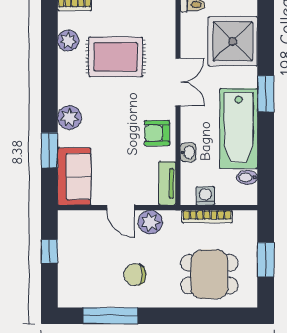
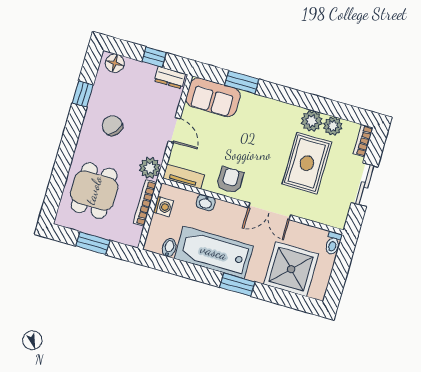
plant: (69, 118) -> (312, 121), moved
door: (121, 208) -> (174, 130), swing flipped
plant: (150, 222) -> (150, 168), moved
dresser: (66, 228) -> (170, 77), added
chair: (135, 275) -> (112, 126), turned -52
floor lamp: (68, 291) -> (115, 63), added
window: (110, 316) -> (83, 94), width x0.46

